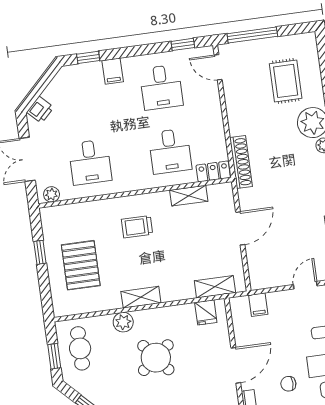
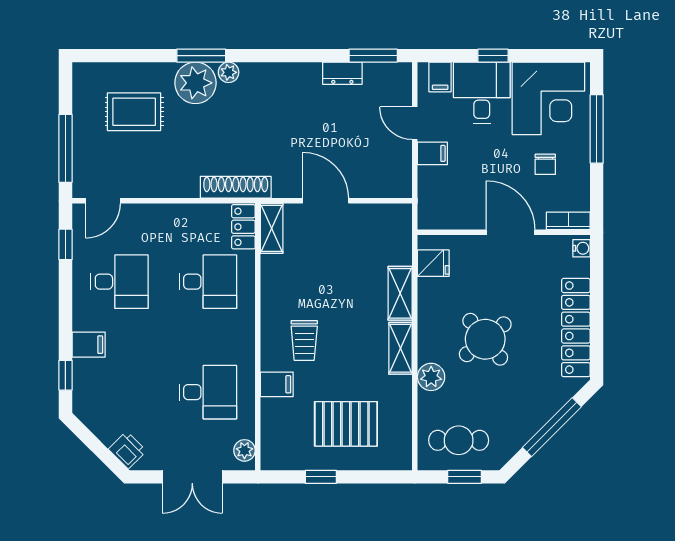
shelving: (189, 196) -> (272, 228), moved
filing cabinet: (103, 211) -> (277, 384), added
shelving: (215, 287) -> (400, 293), moved
filing cabinet: (258, 305) -> (432, 153), moved

